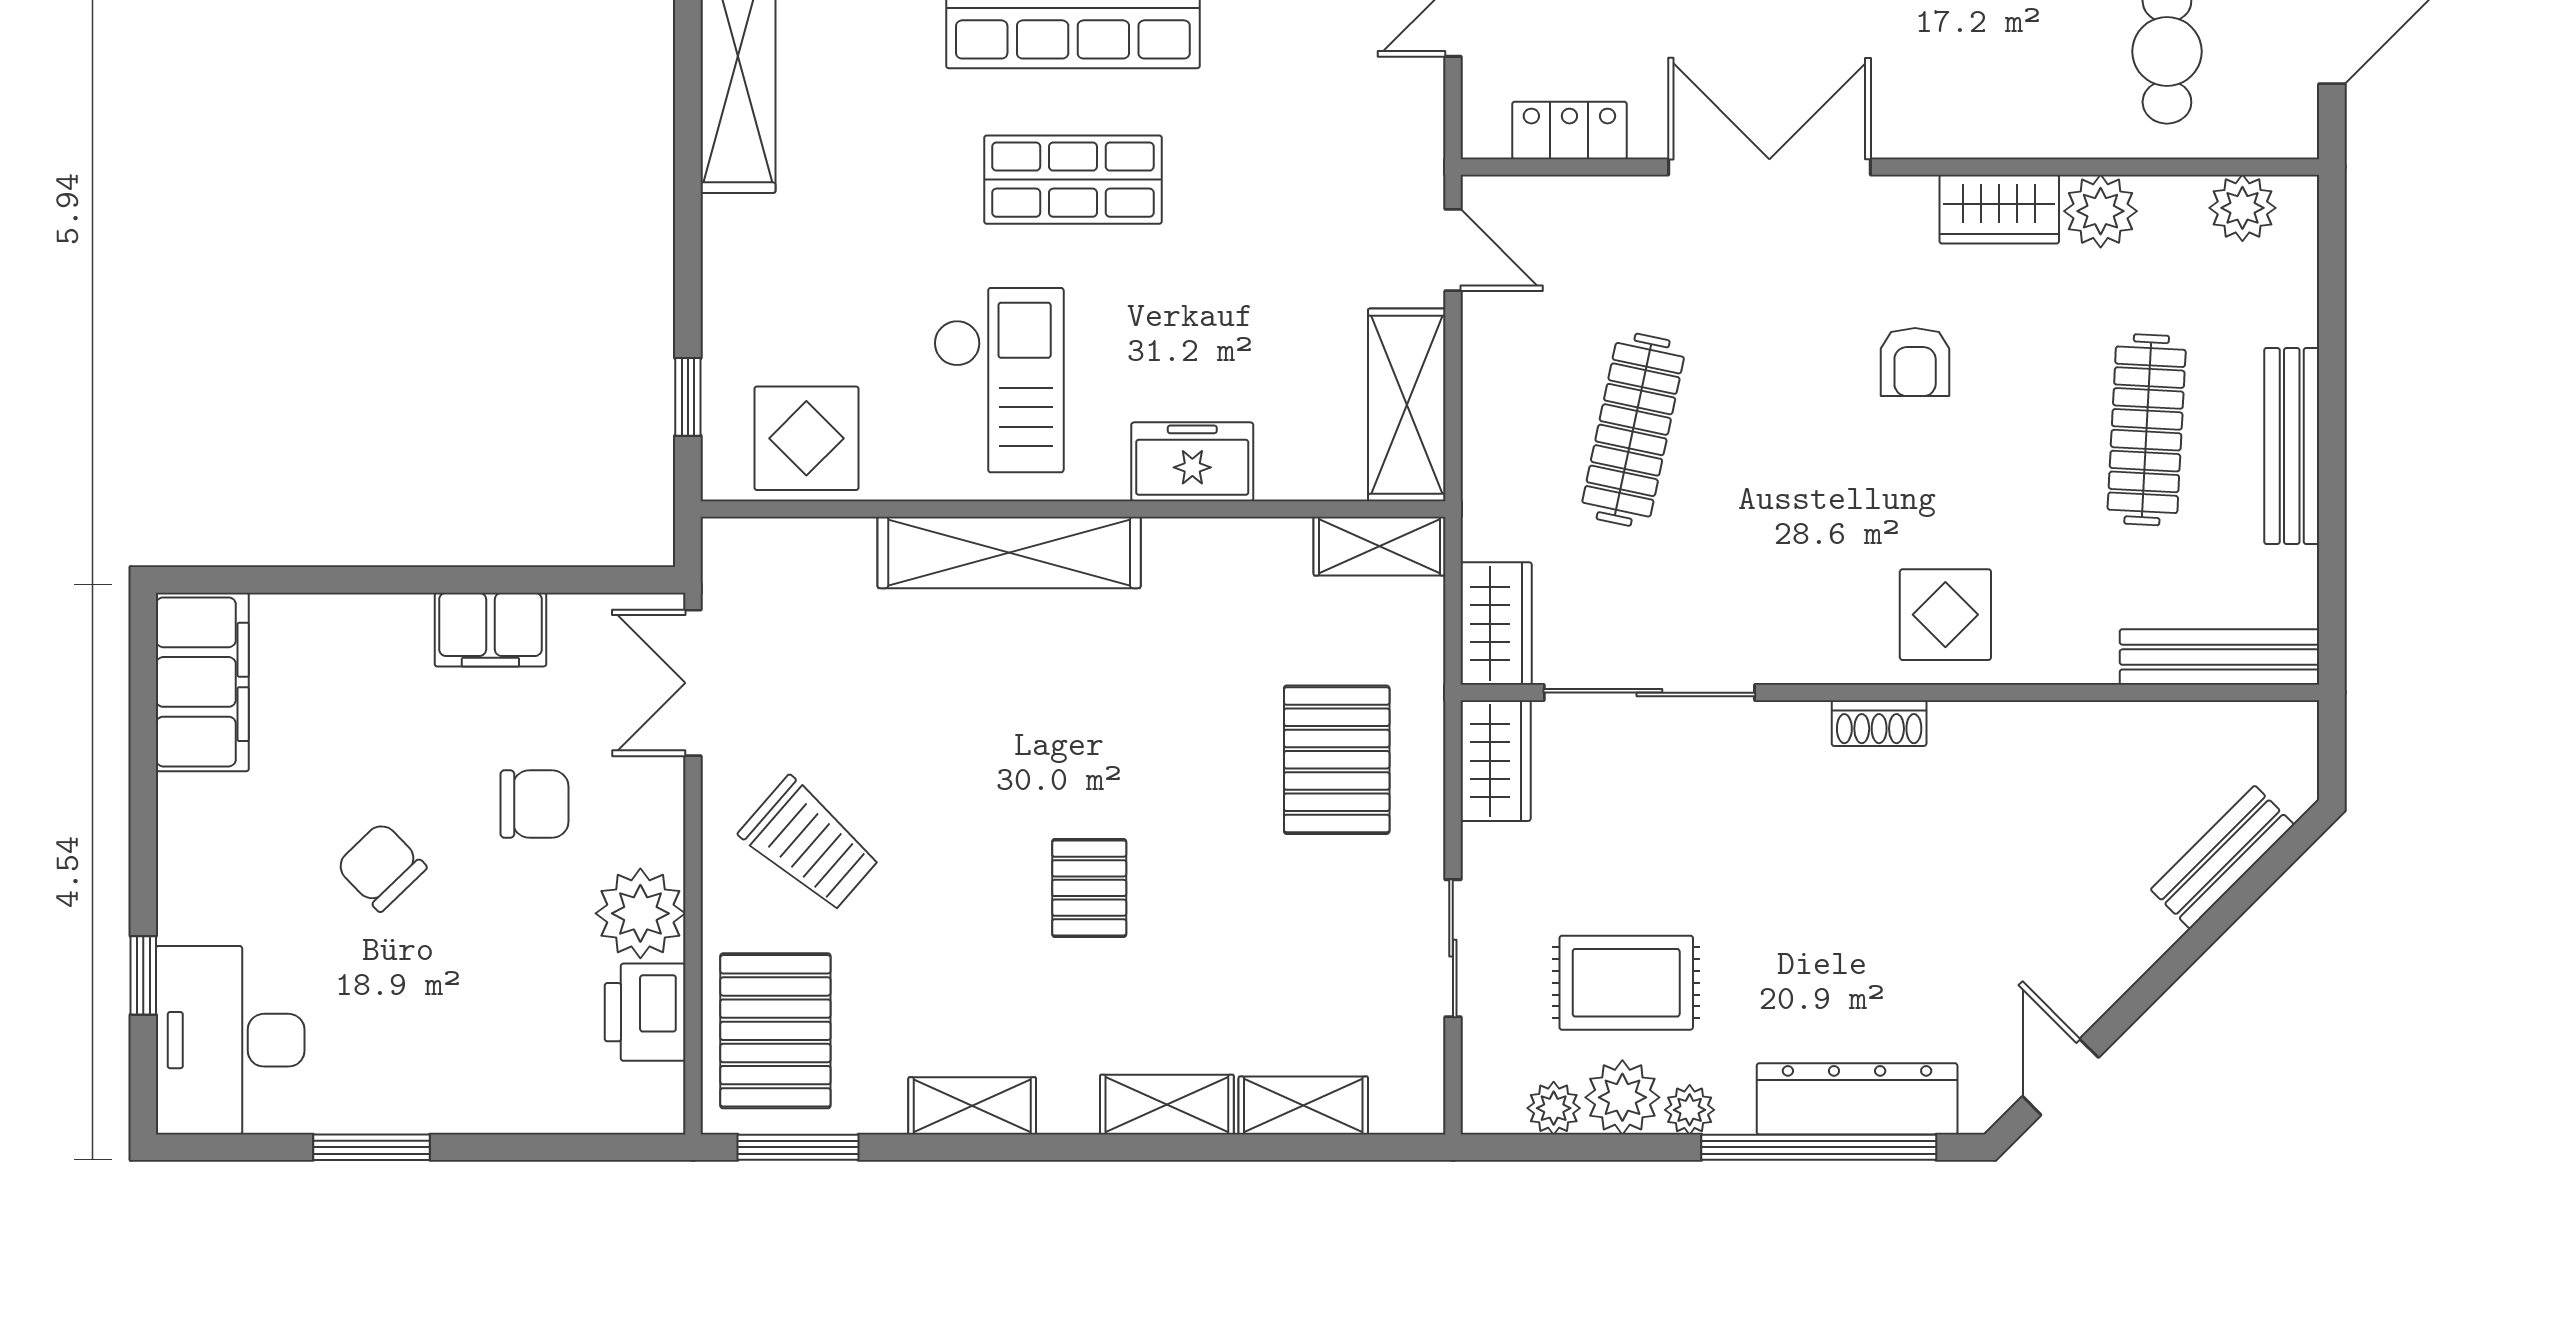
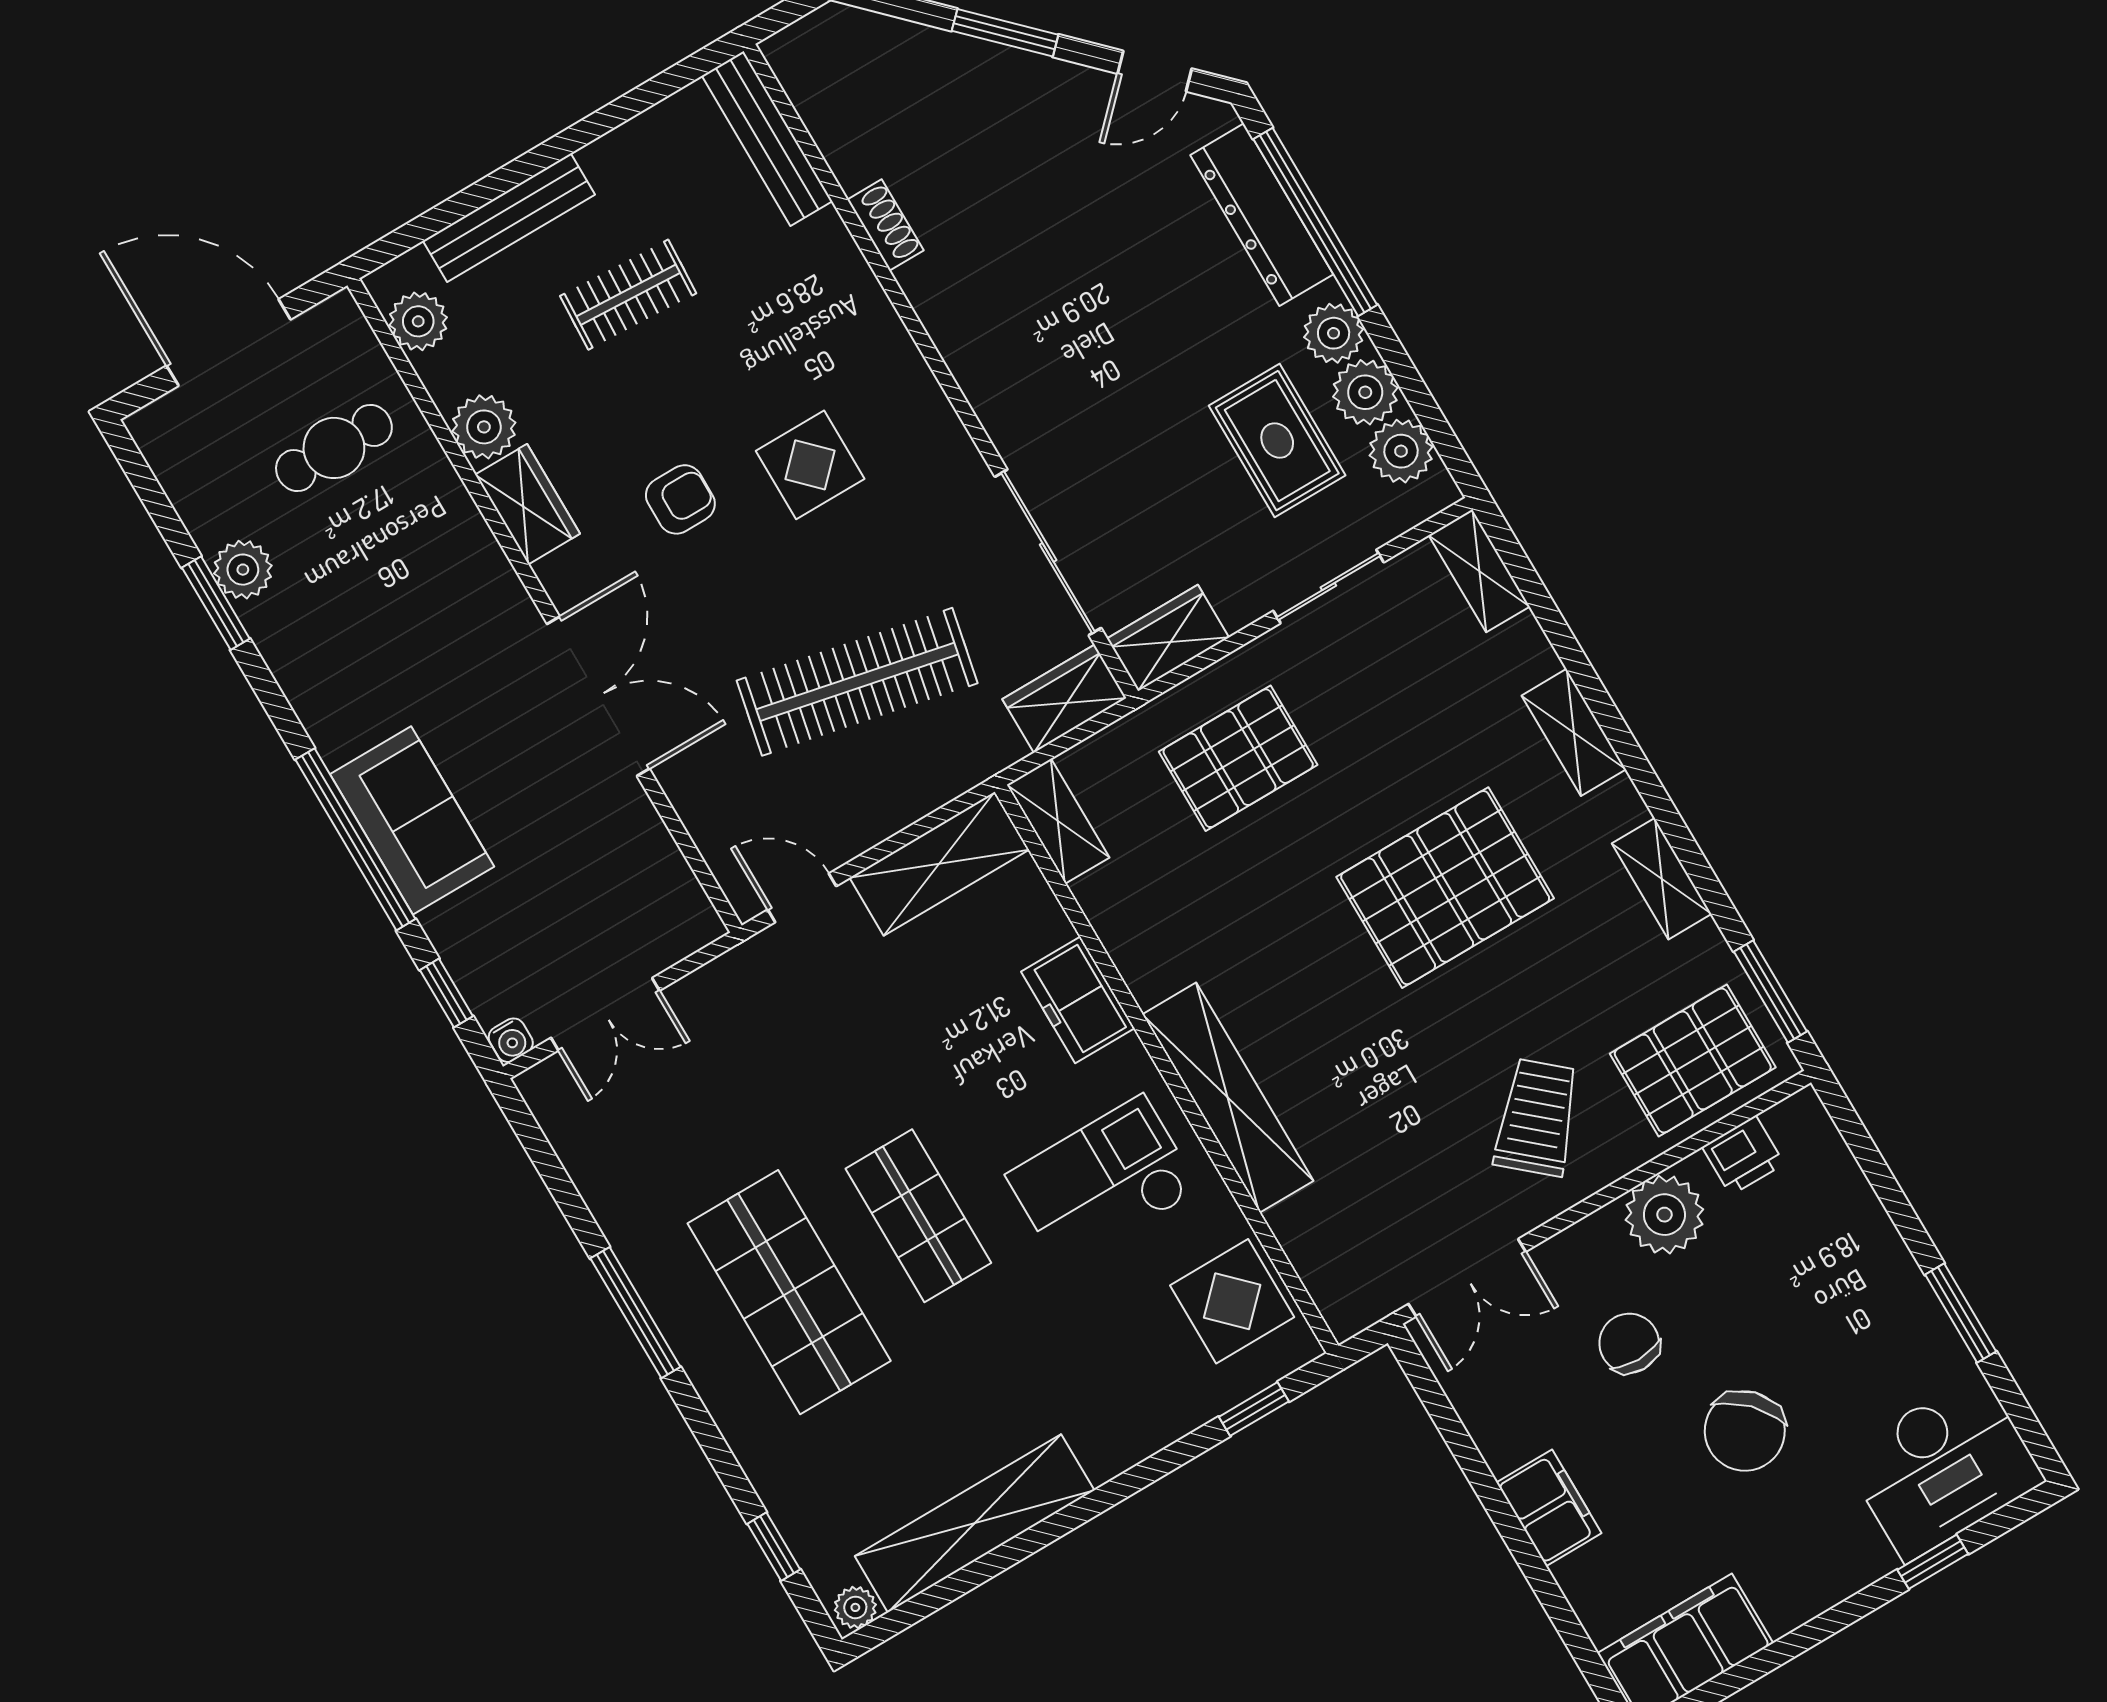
locker: (1569, 130) -> (660, 863), removed
double door: (1769, 167) -> (598, 696), swing flipped
door: (1453, 250) -> (802, 898), hinge flipped
clothes rail: (1633, 430) -> (857, 682), width x1.37, depth x1.31
clothes rail: (2147, 430) -> (628, 295), width x0.73
bench: (2292, 446) -> (509, 218), moved
display table: (1945, 615) -> (810, 465), moved
filing cabinet: (490, 630) -> (1549, 1508), moved
shoe rack: (1879, 723) -> (885, 225), moved
bench: (2222, 857) -> (917, 47), removed
chair: (381, 867) -> (1745, 1431), width x1.37, depth x1.37
pallet: (1089, 888) -> (1445, 888), width x2.05, depth x2.00
window: (2185, 952) -> (1005, 33), added
printer: (645, 1012) -> (1743, 1155), width x0.73, depth x0.81
shelving: (1303, 1106) -> (1479, 571), moved
plant: (1554, 1108) -> (1401, 451), width x1.38, depth x1.38
plant: (1690, 1110) -> (1334, 333), width x1.38, depth x1.38

